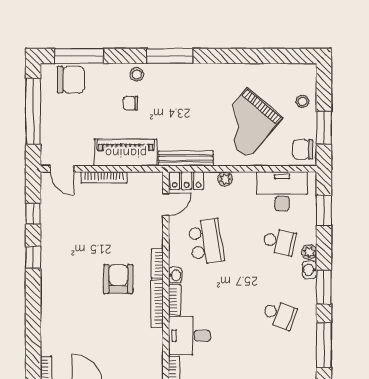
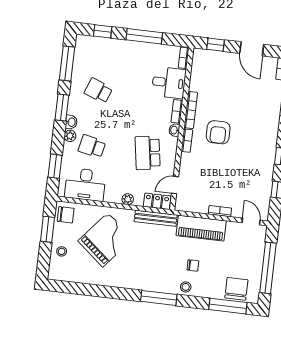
chair: (71, 80) -> (236, 289), turned 90
bookcase: (104, 177) -> (220, 211), width x0.64

